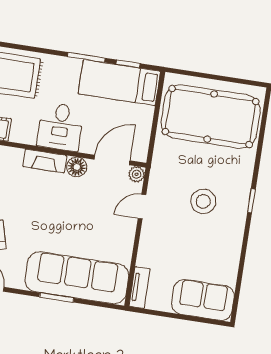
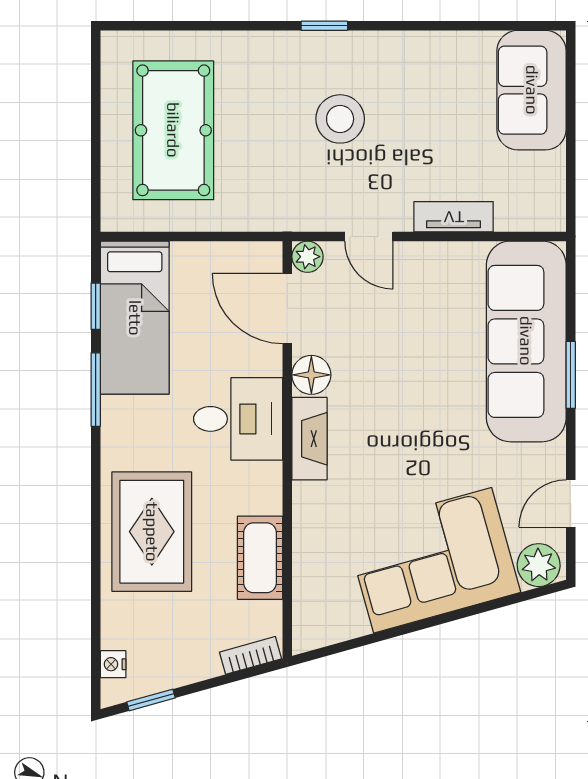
pool table: (211, 117) -> (173, 130), width x0.73, depth x0.76
tv unit: (140, 288) -> (454, 217), moved

